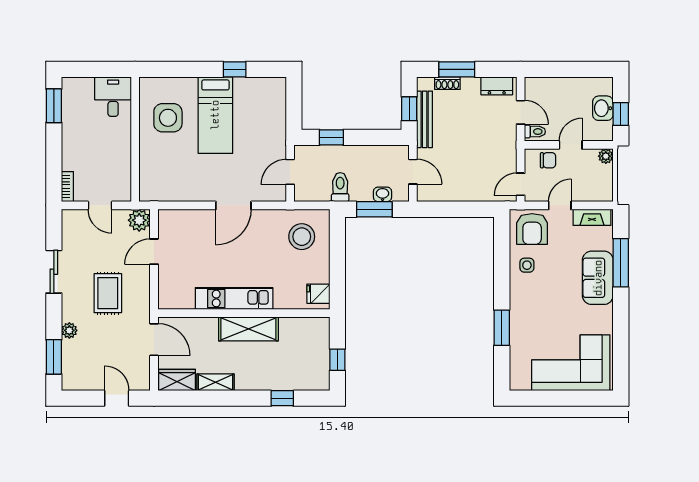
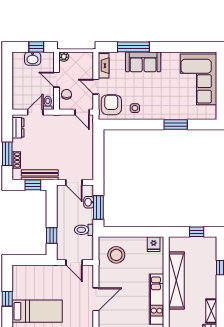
door: (413, 172) -> (74, 182), swing flipped
door: (233, 205) -> (96, 299), hinge flipped
armchair: (532, 229) -> (111, 105), turned -90
shelving: (248, 329) -> (176, 281), width x1.47

